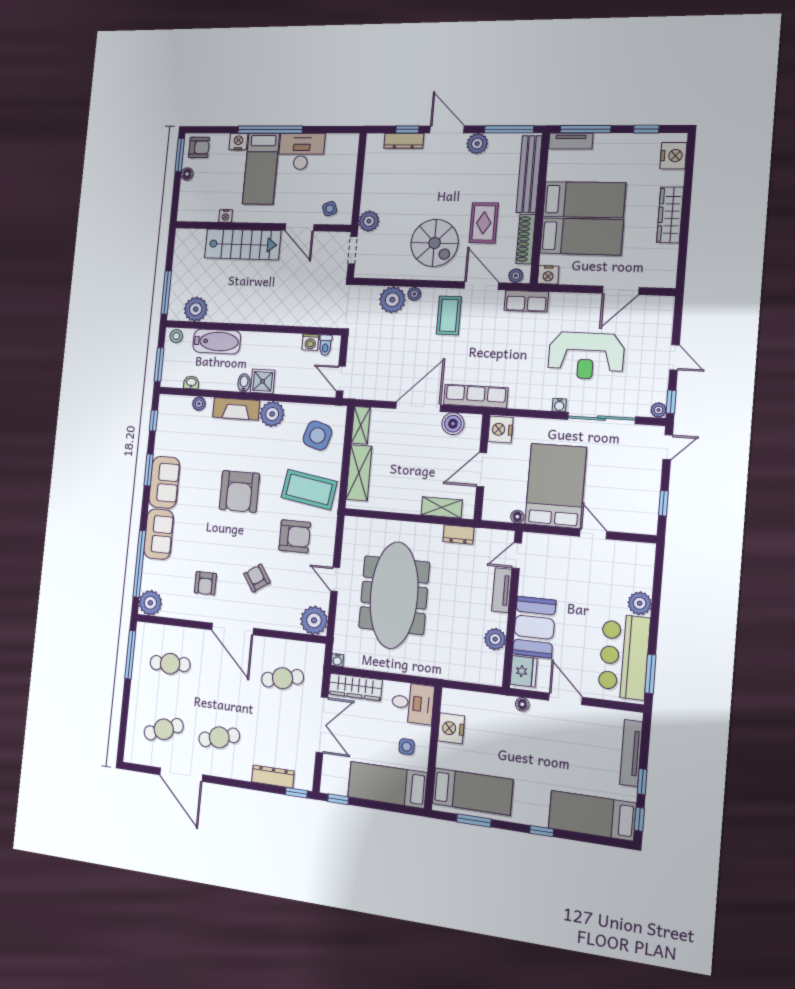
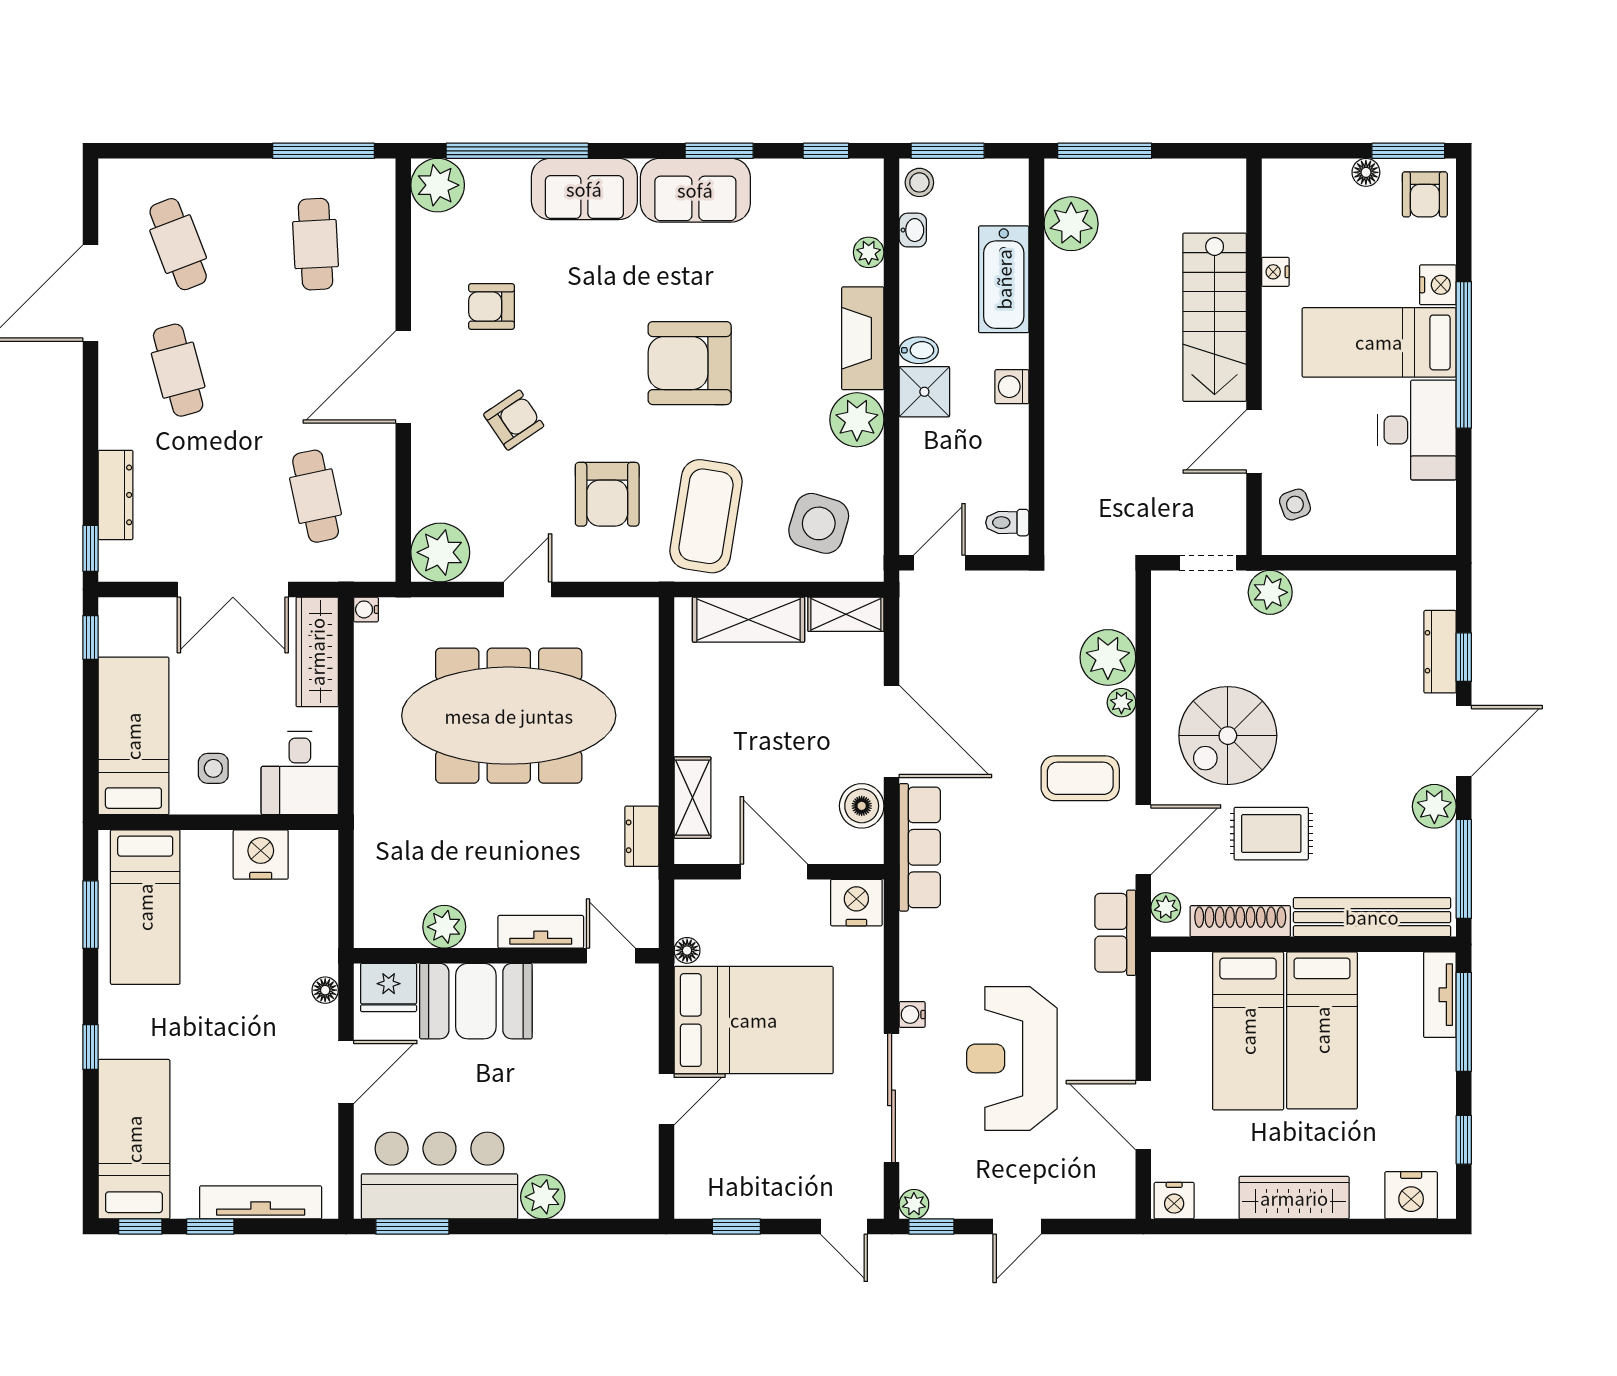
nightstand: (548, 275) -> (1174, 1201), moved, turned -90
stool: (176, 336) -> (919, 182), moved
washing machine: (310, 342) -> (1012, 387), moved

